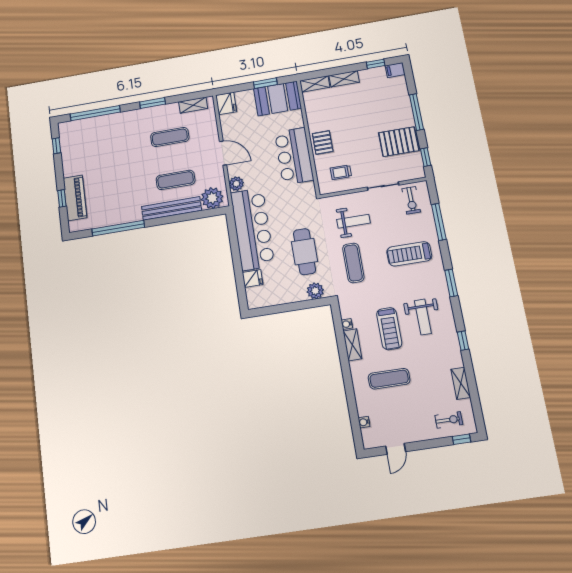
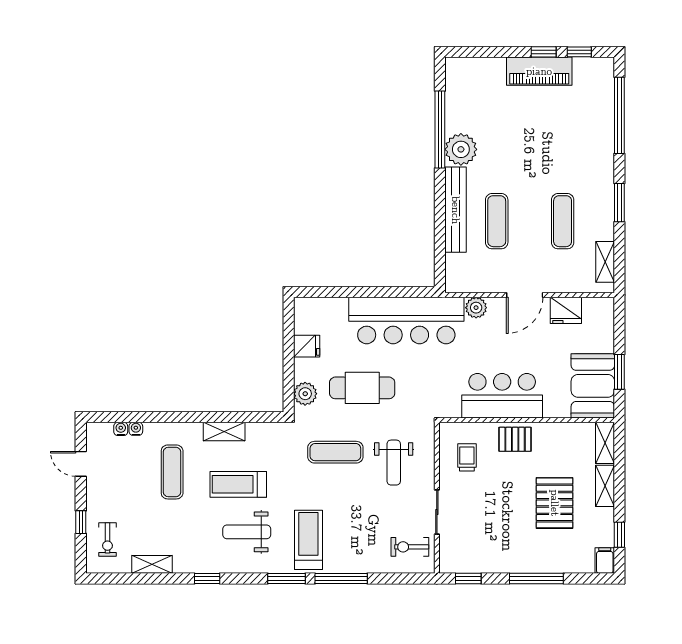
fridge: (226, 103) -> (566, 310), moved
pallet: (399, 142) -> (555, 503), moved
window: (62, 198) -> (544, 52), moved
piano: (75, 198) -> (539, 71), moved
plant: (212, 198) -> (461, 149), moved
window: (439, 222) -> (341, 578), moved
treadmill: (409, 254) -> (308, 540), moved
fridge: (252, 279) -> (307, 346), moved, turned -90
water cooler: (347, 324) -> (136, 429), moved
window: (461, 439) -> (81, 522), moved

